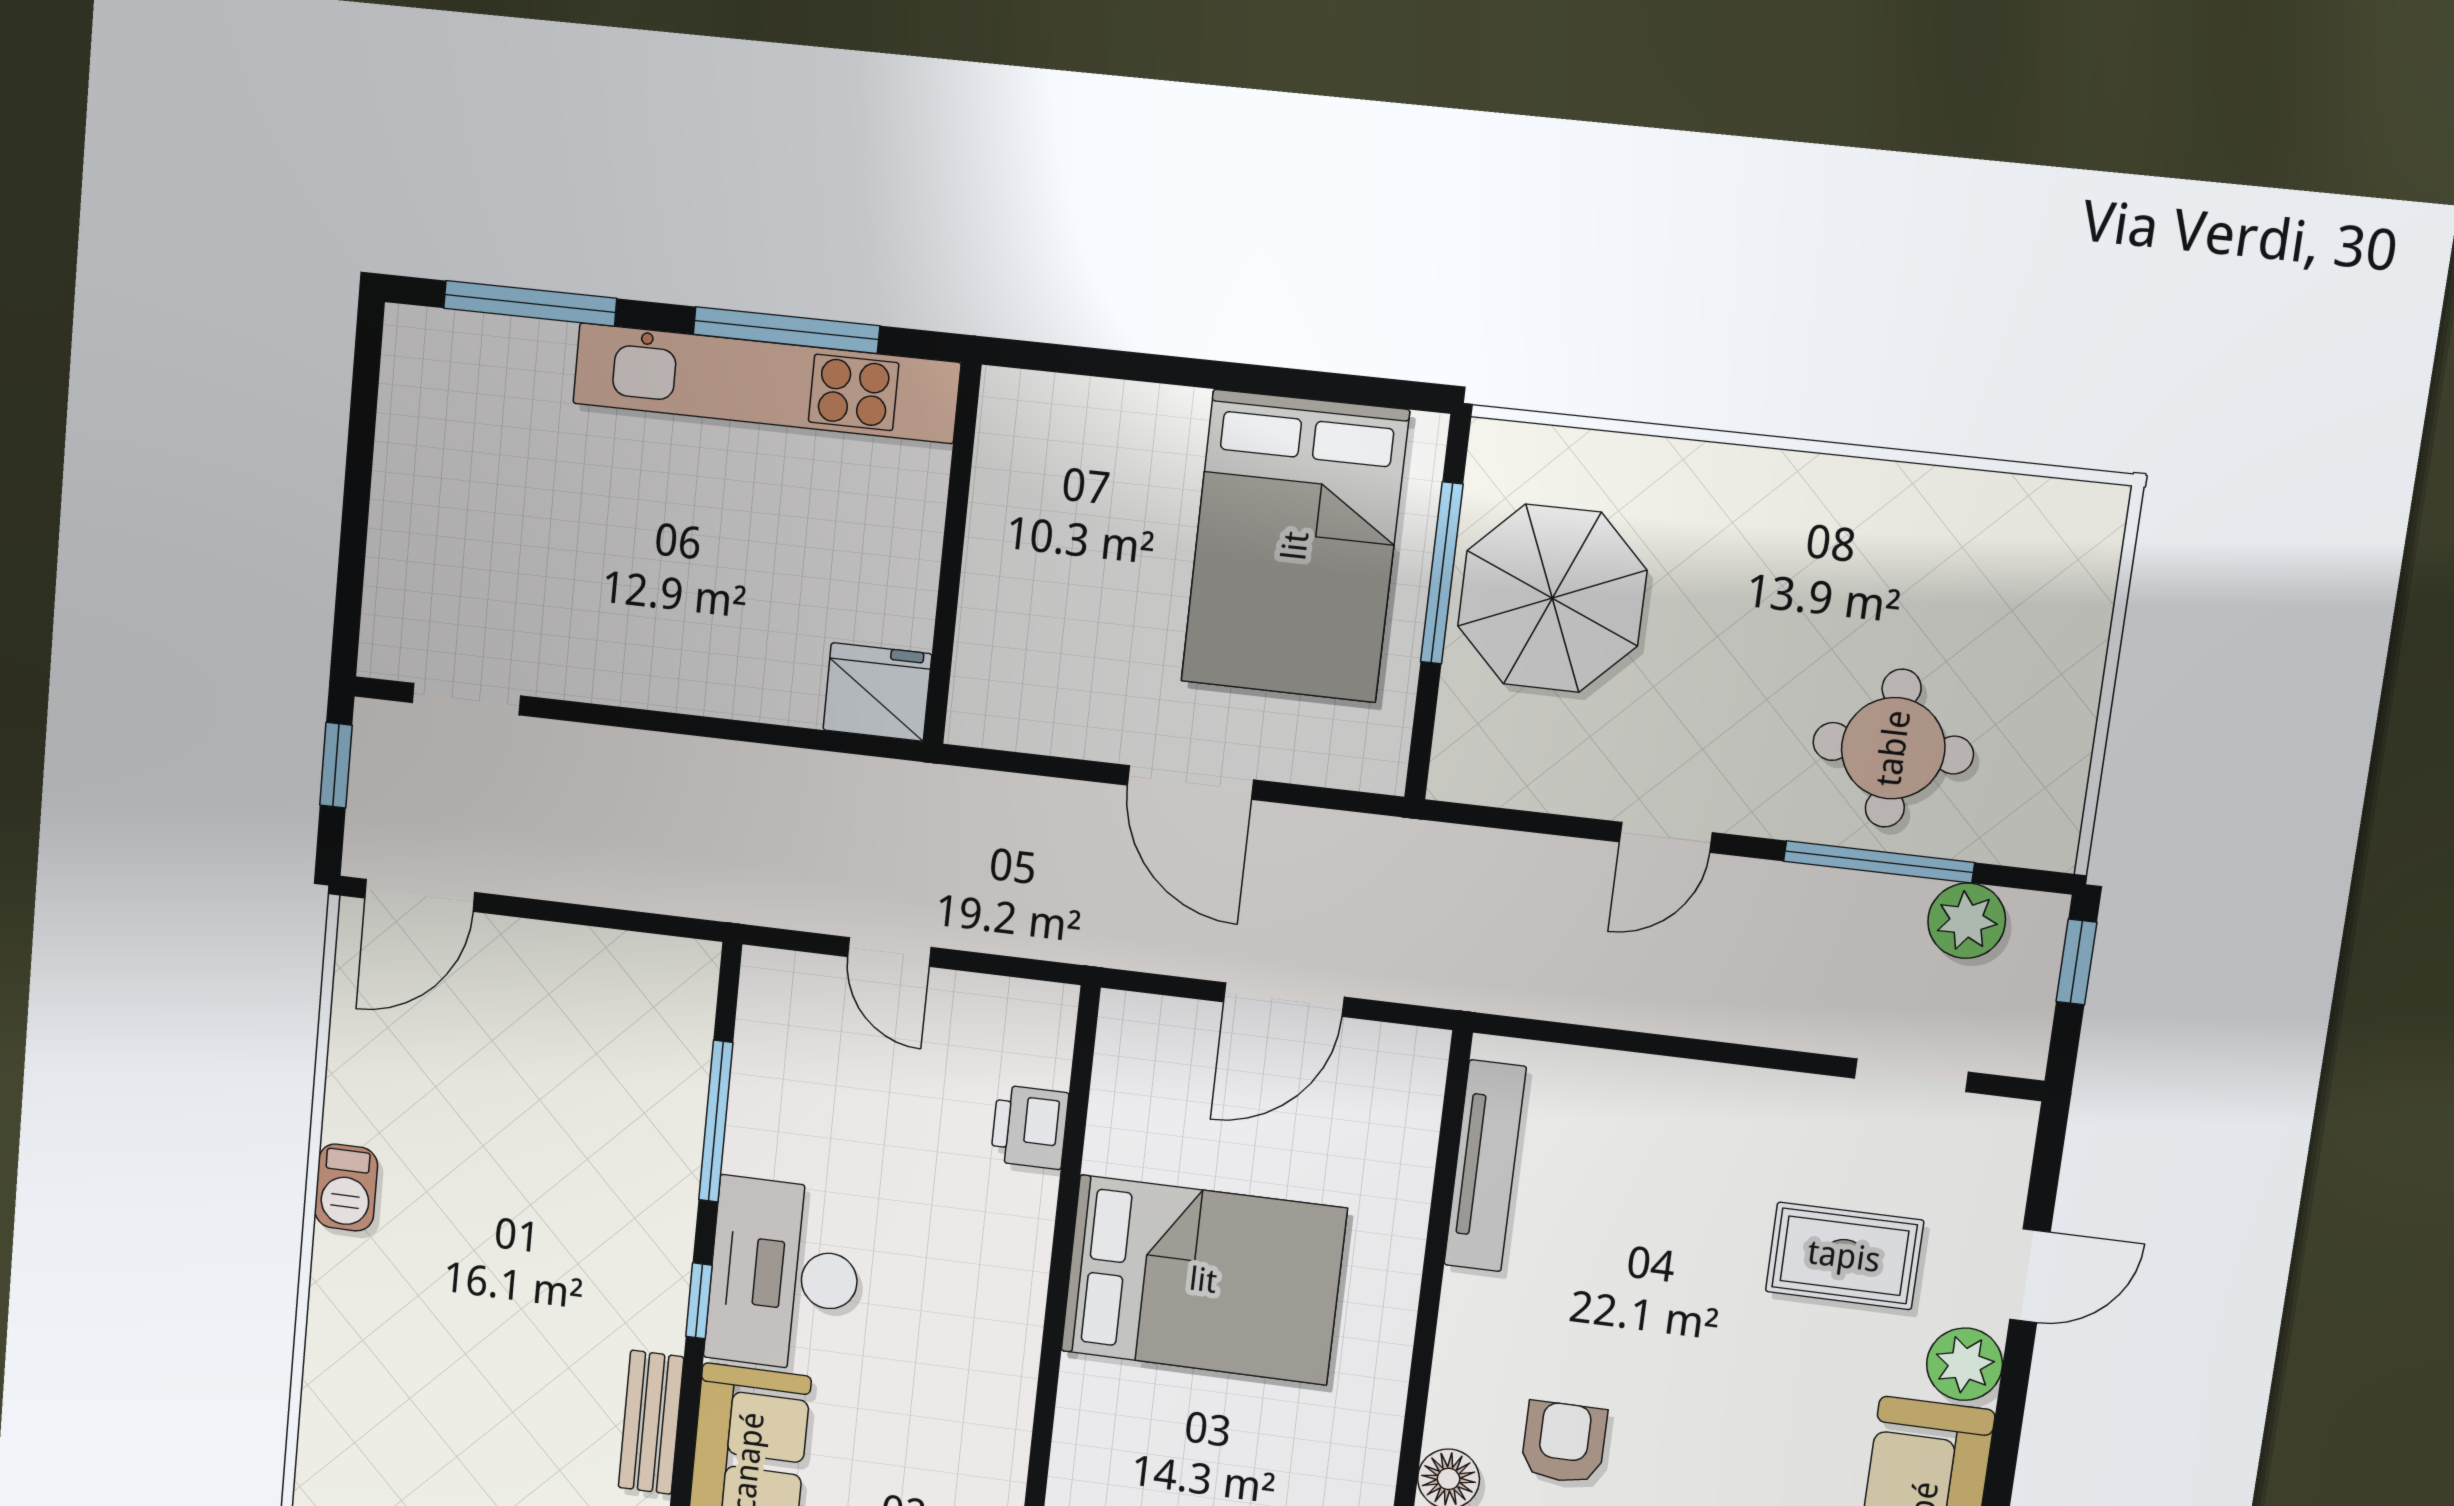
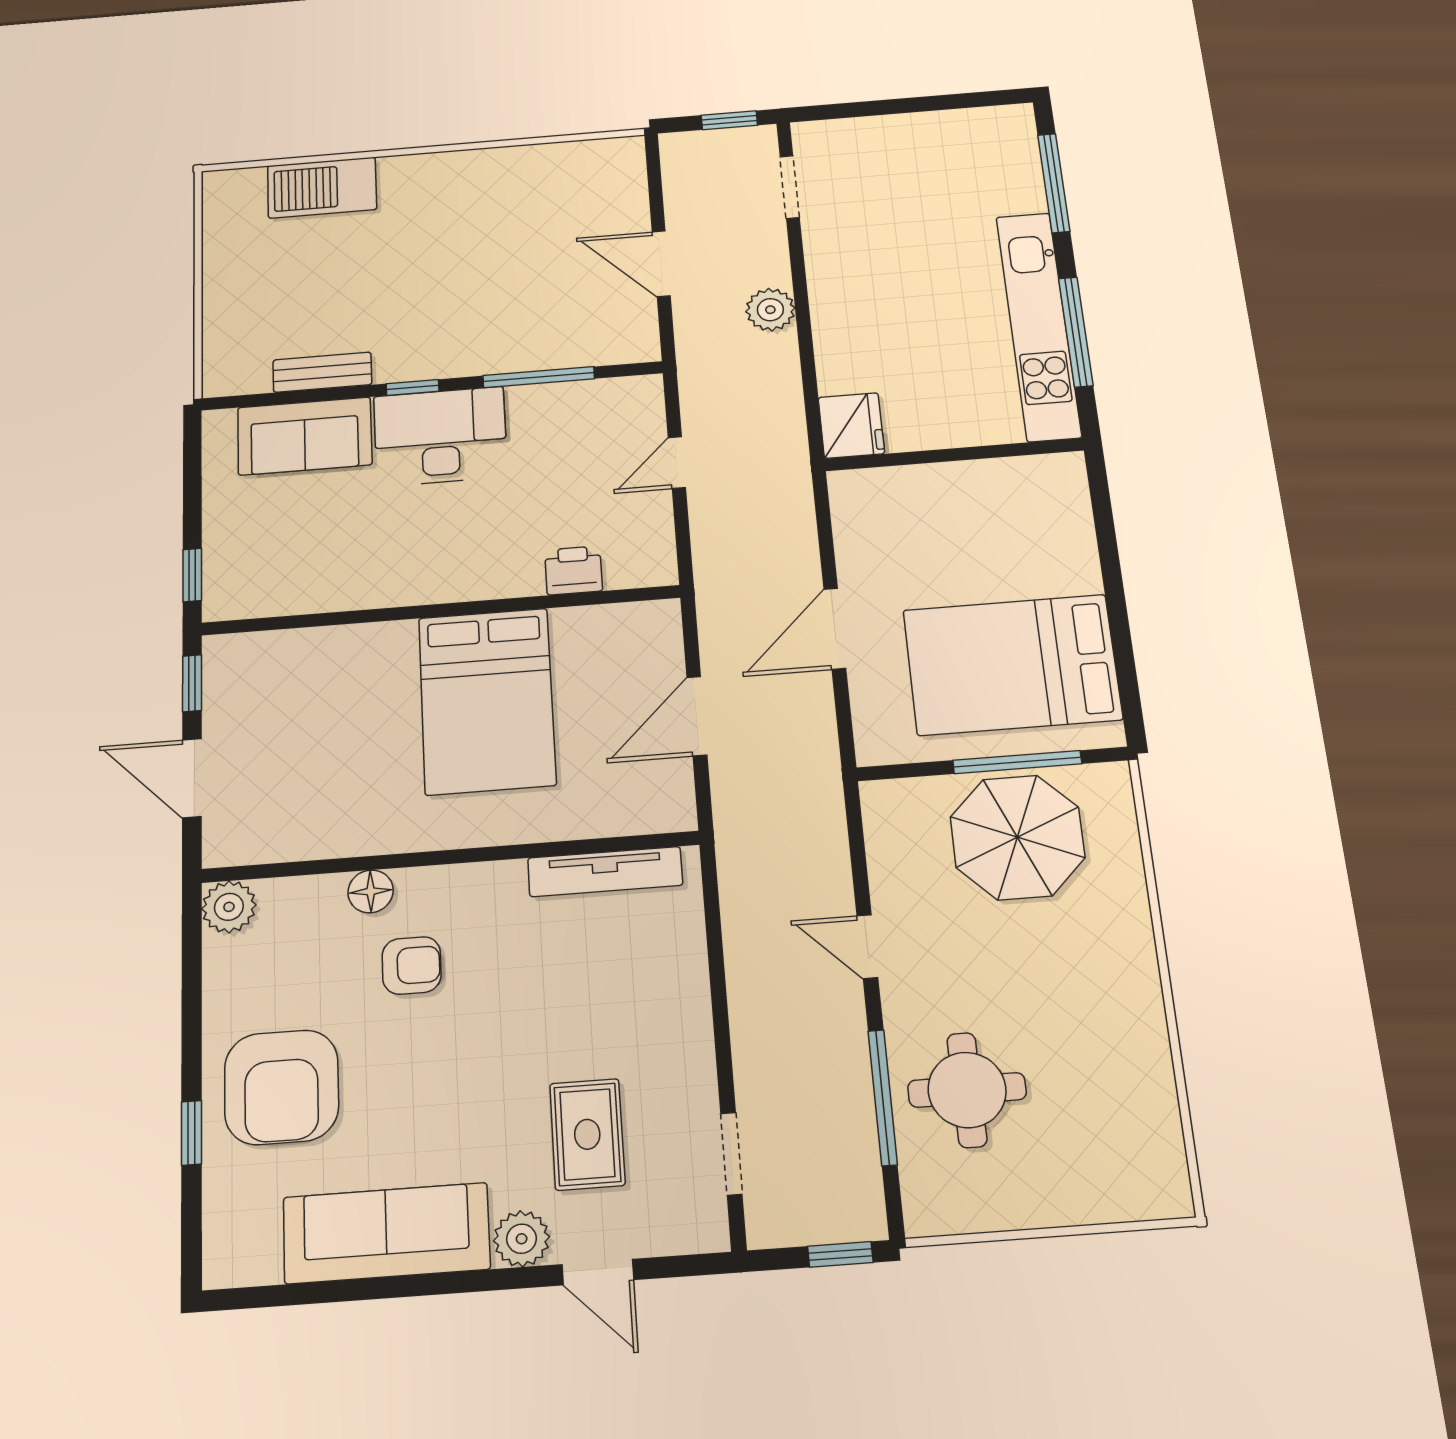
door: (420, 895) -> (661, 264), moved
plant: (1967, 921) -> (770, 310), moved
door: (1284, 1000) -> (697, 716), hinge flipped
barbecue: (346, 1187) -> (322, 188), moved, width x1.88, depth x1.53

